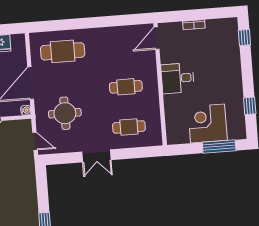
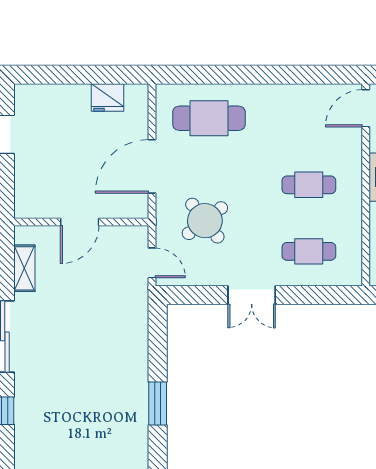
water cooler: (26, 110) -> (141, 211), removed
round table: (65, 113) -> (205, 221), turned -38

